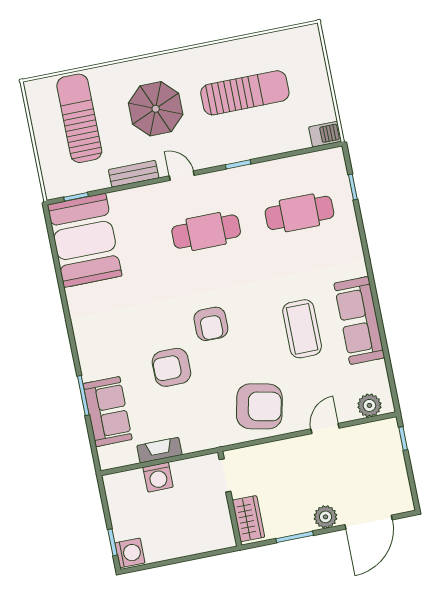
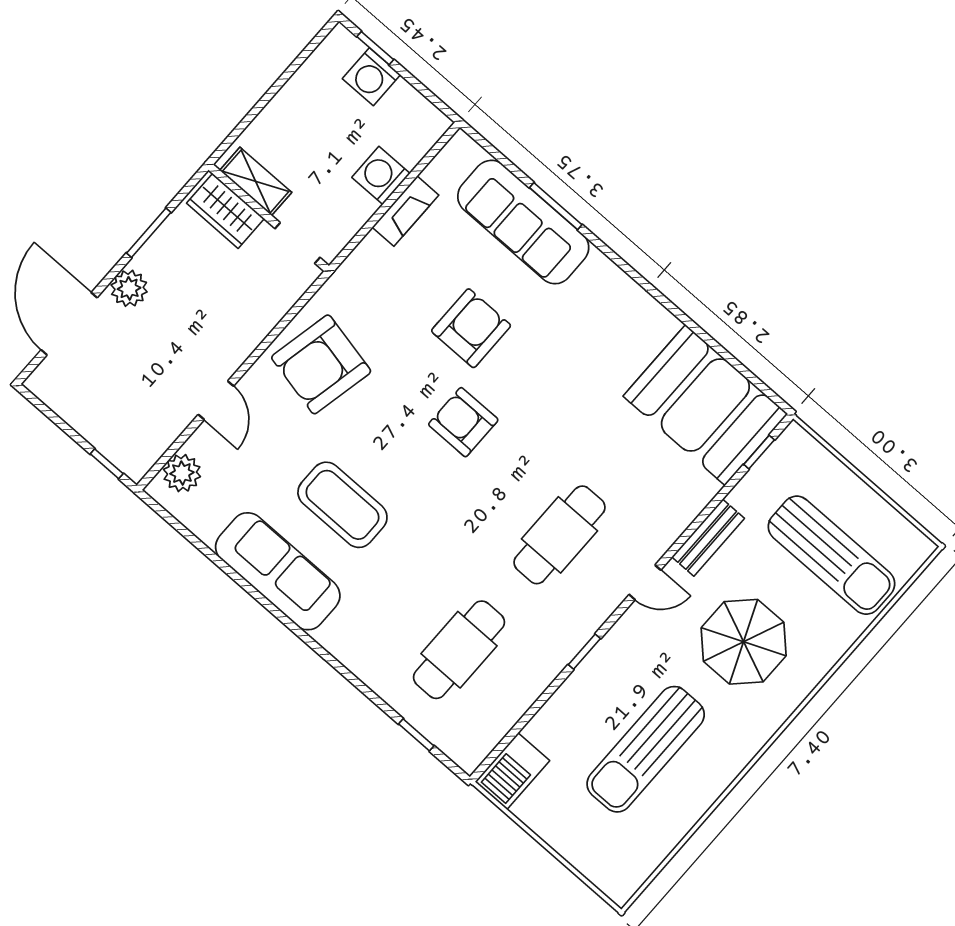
barbecue: (325, 134) -> (512, 771), width x1.38, depth x1.27
sofa: (108, 412) -> (523, 222), width x1.36
shelving: (222, 522) -> (256, 181), added
washing machine: (130, 553) -> (371, 77), moved

